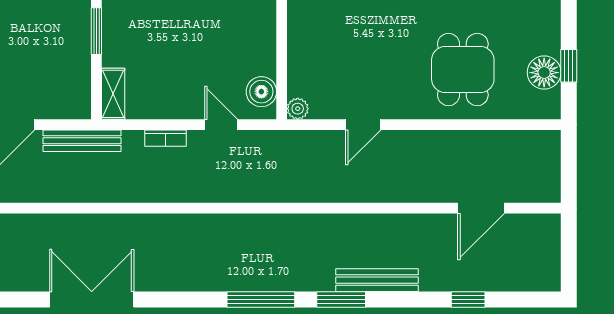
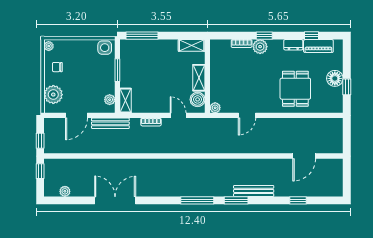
shelving: (264, 47) -> (199, 78), added
floor lamp: (544, 73) -> (335, 78), moved
plant: (80, 92) -> (110, 100), added

